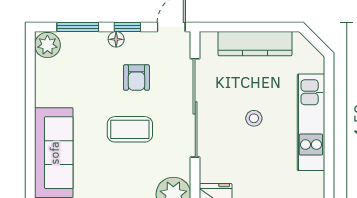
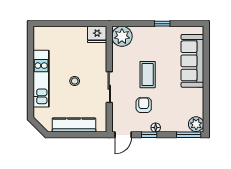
window: (78, 27) -> (189, 135), moved
sliding door: (195, 108) -> (109, 87), width x0.54
coffee table: (130, 129) -> (148, 75), turned 90

